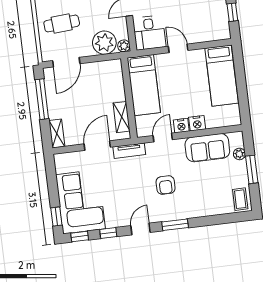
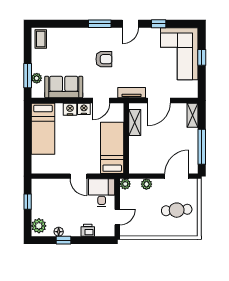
plant: (104, 43) -> (146, 184), width x0.53, depth x0.53
bed: (222, 76) -> (43, 129), moved, turned 180
window: (252, 169) -> (28, 76), moved
armchair: (166, 185) -> (104, 59), turned 90
window: (56, 216) -> (202, 57), moved
window: (80, 236) -> (184, 24), removed

